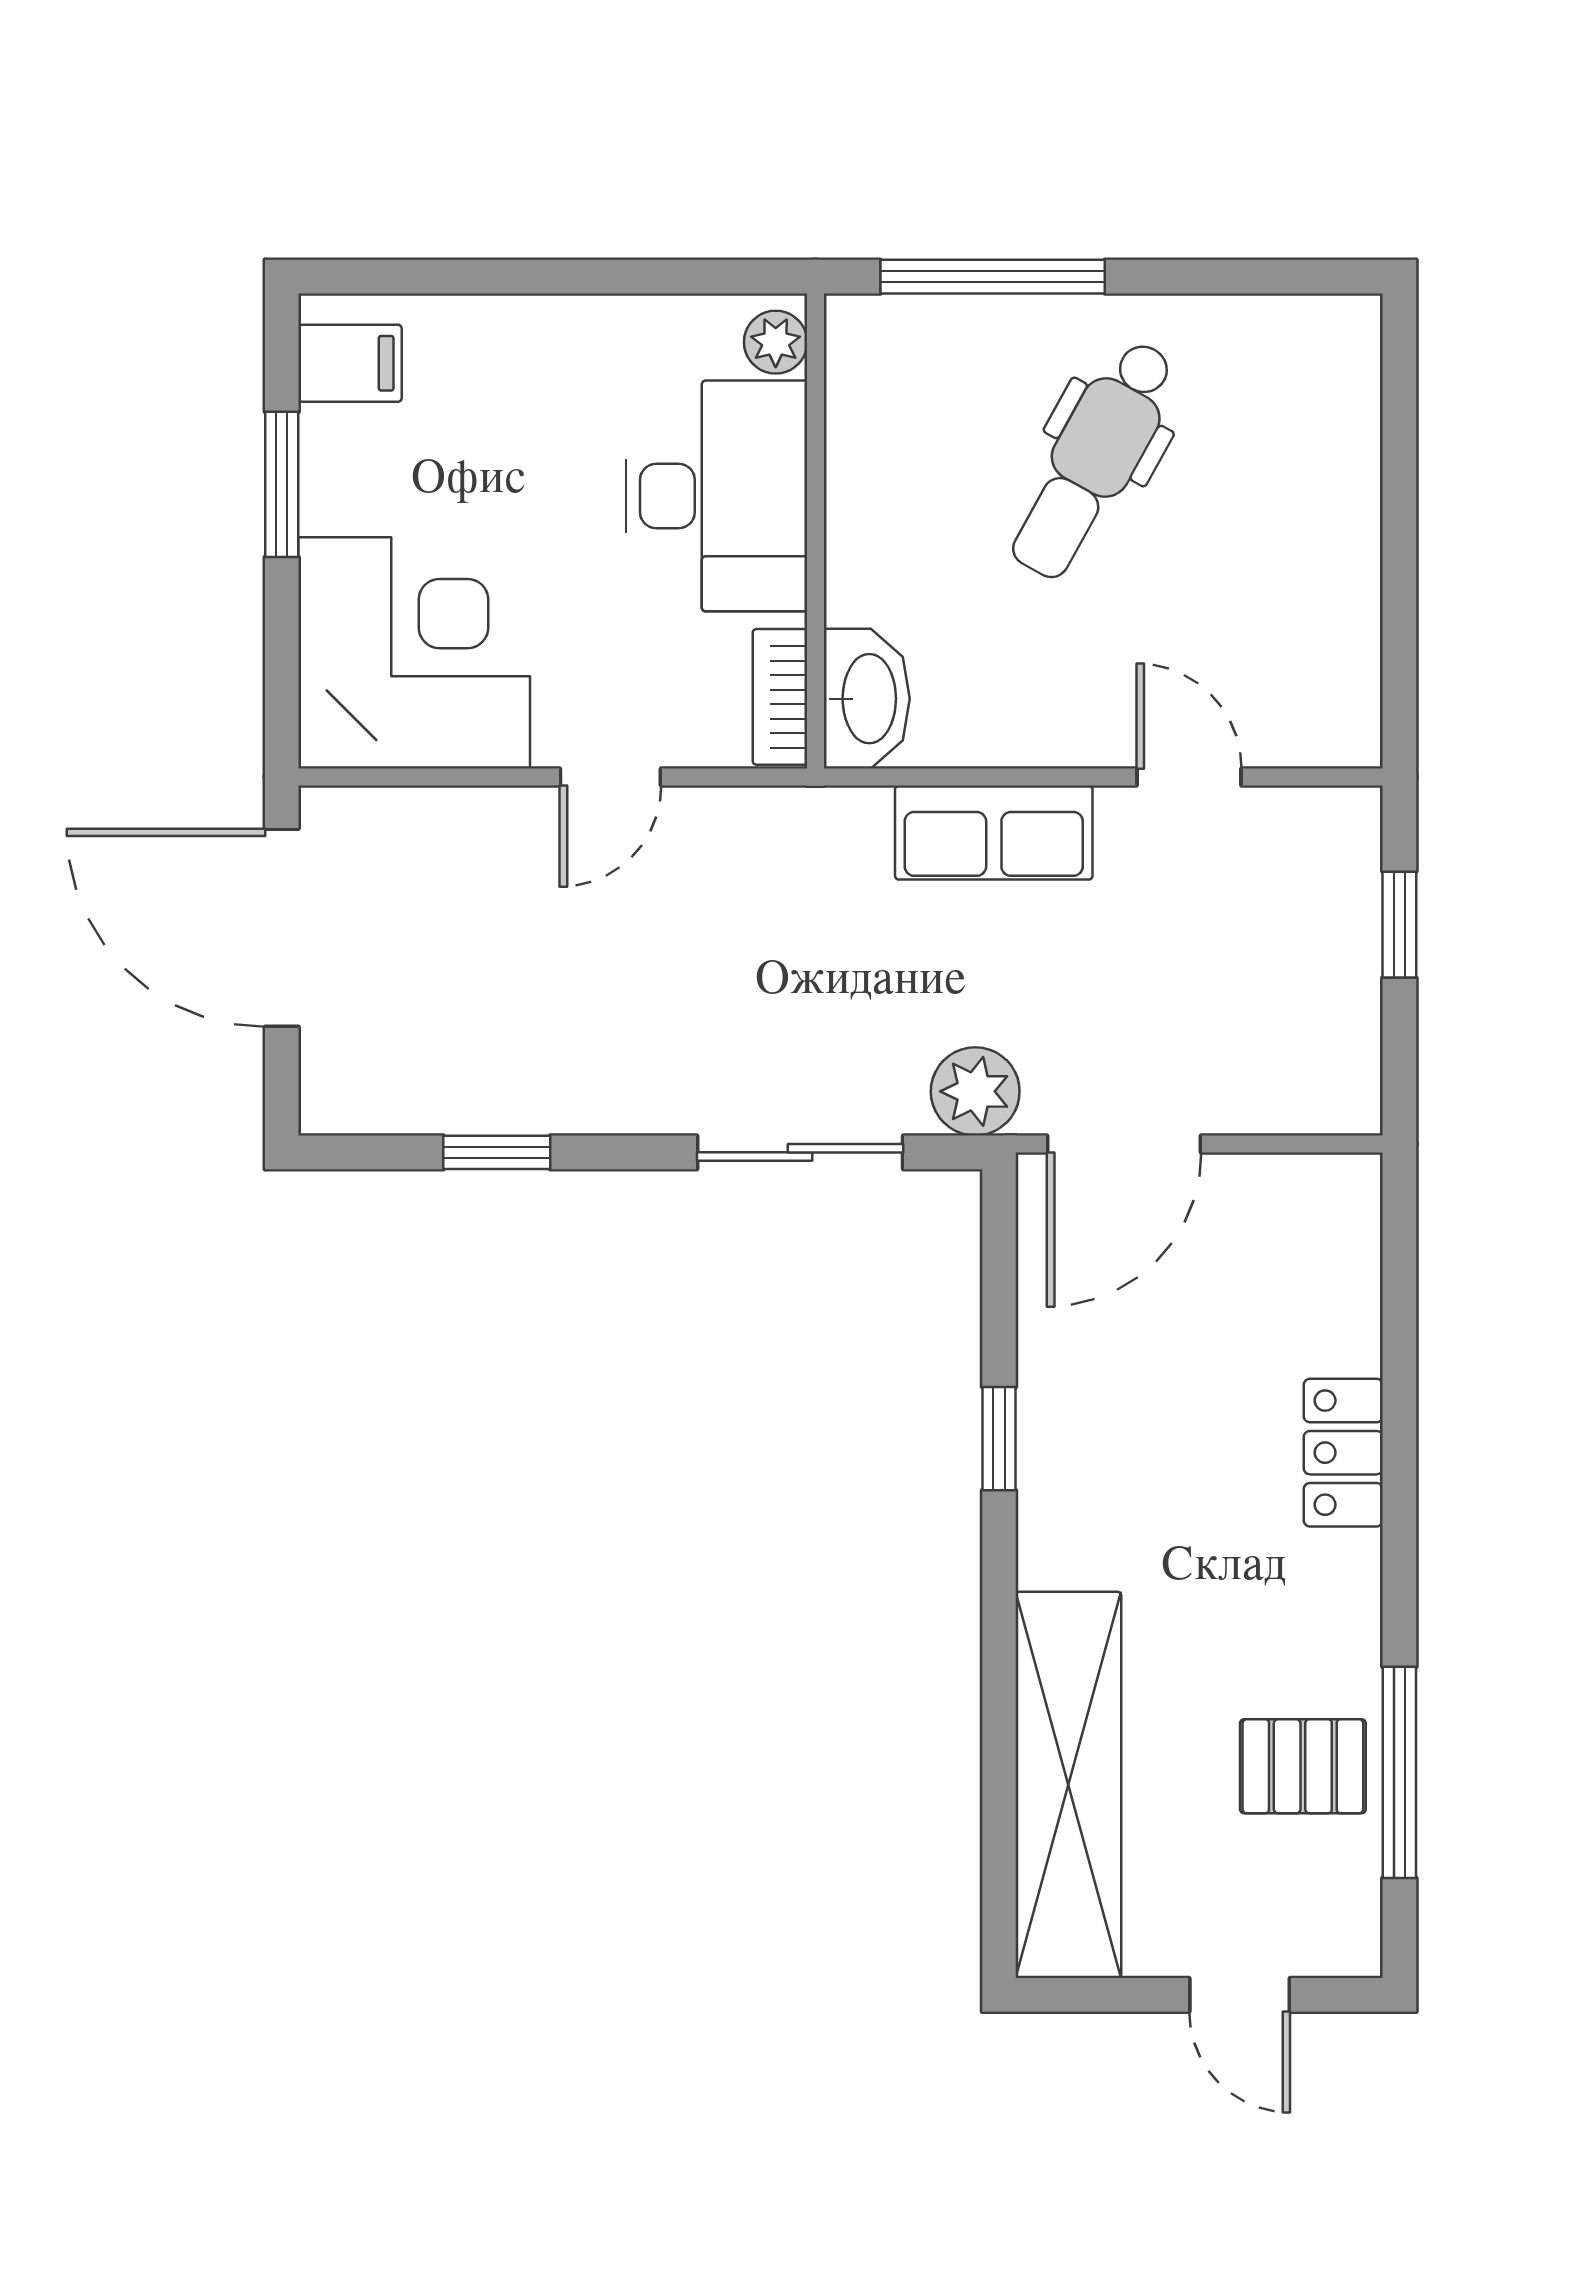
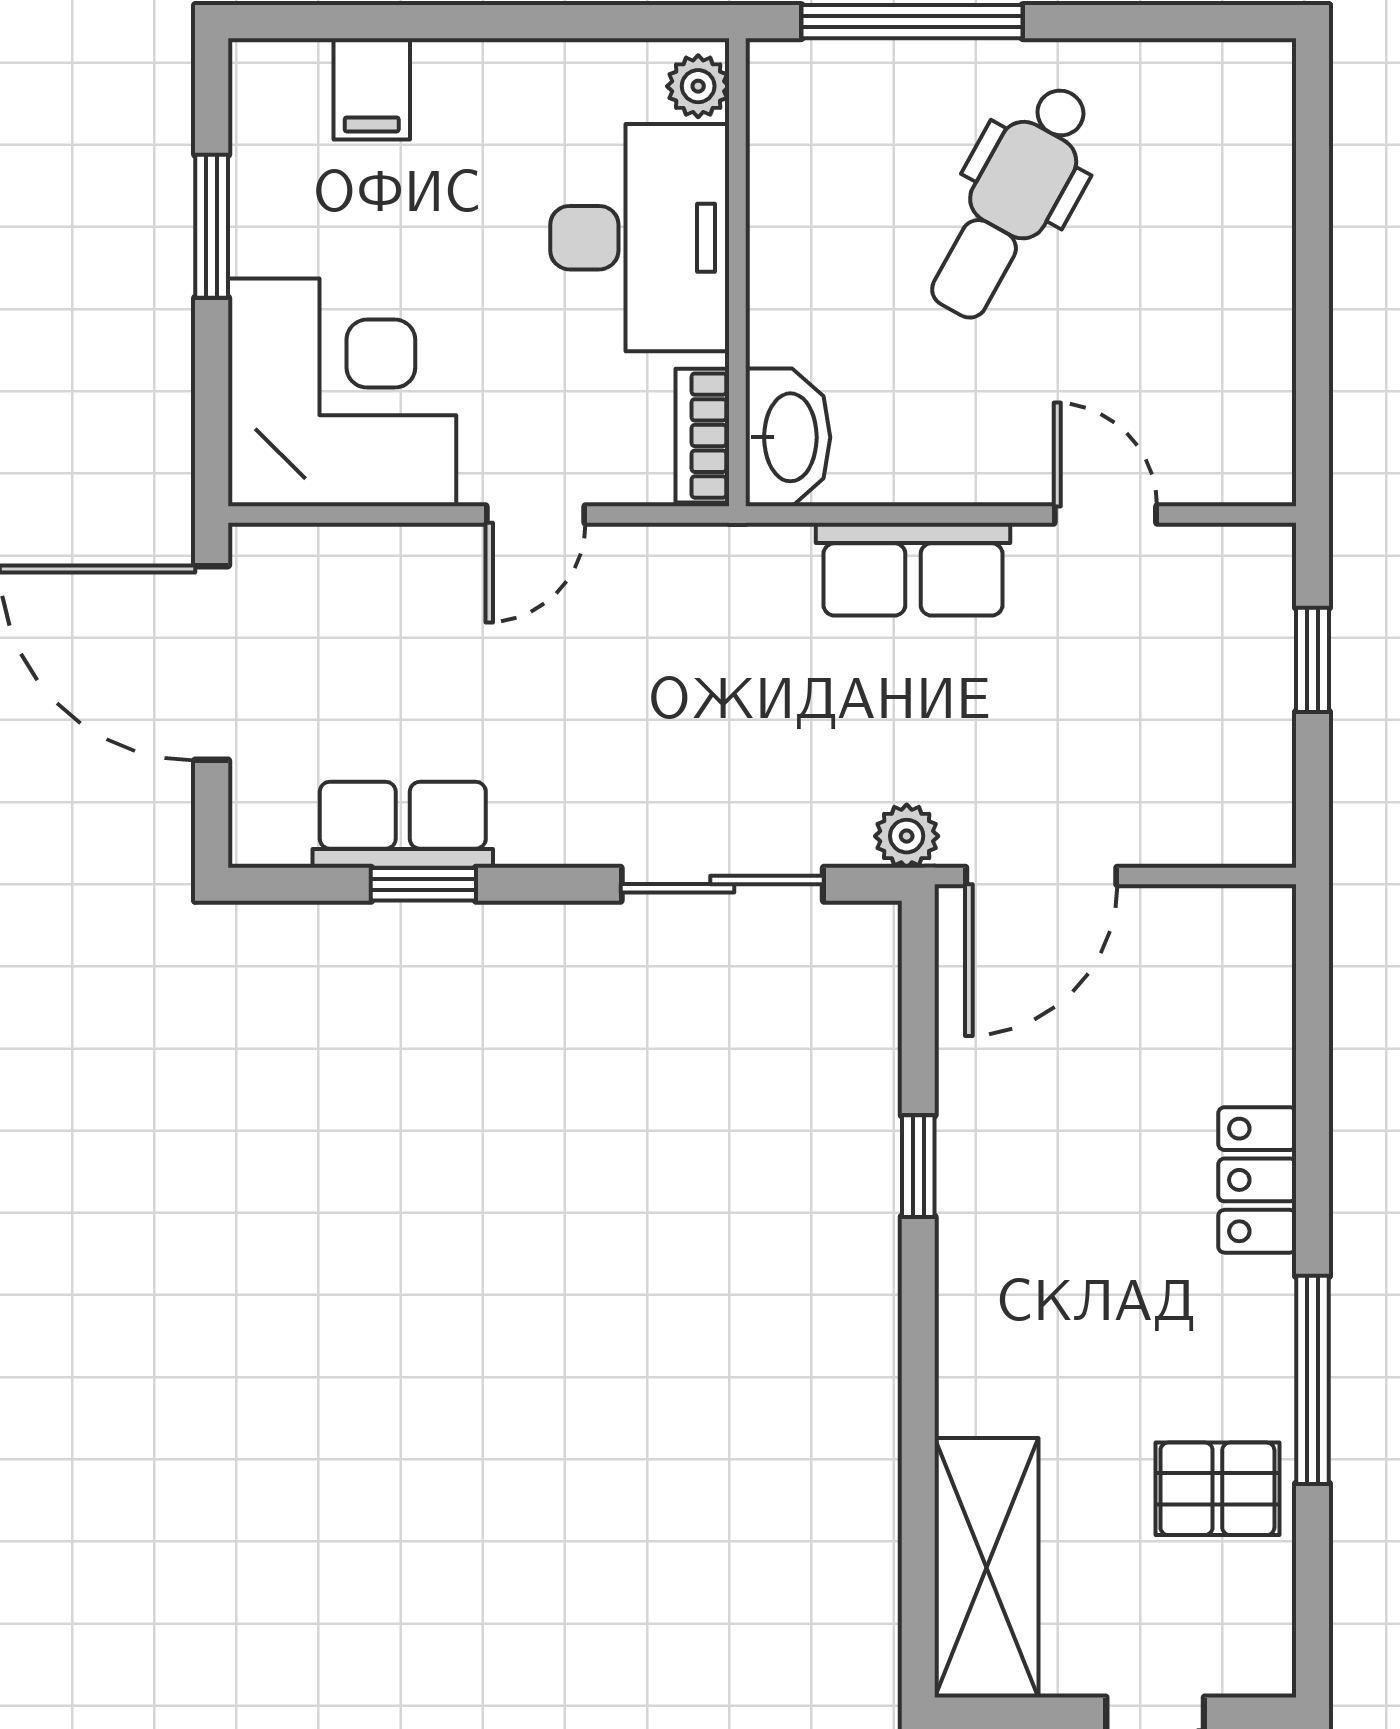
filing cabinet: (350, 363) -> (372, 89), moved, turned 90
plant: (975, 1091) -> (907, 836), width x0.73, depth x0.73
row of seats: (476, 1092) -> (403, 825), added
window: (1399, 1772) -> (1313, 1380), moved
shelving: (1068, 1785) -> (987, 1568), width x0.68

